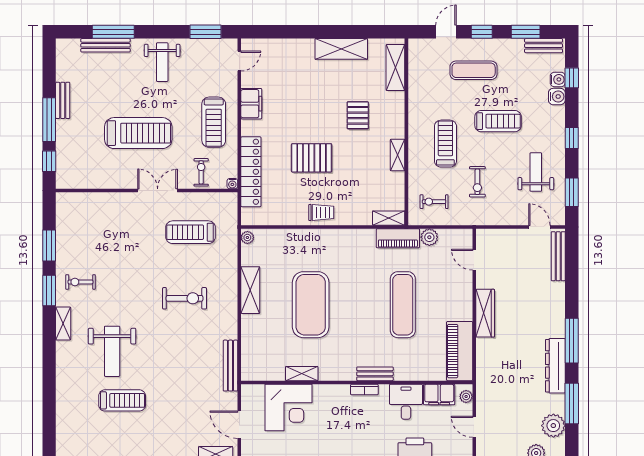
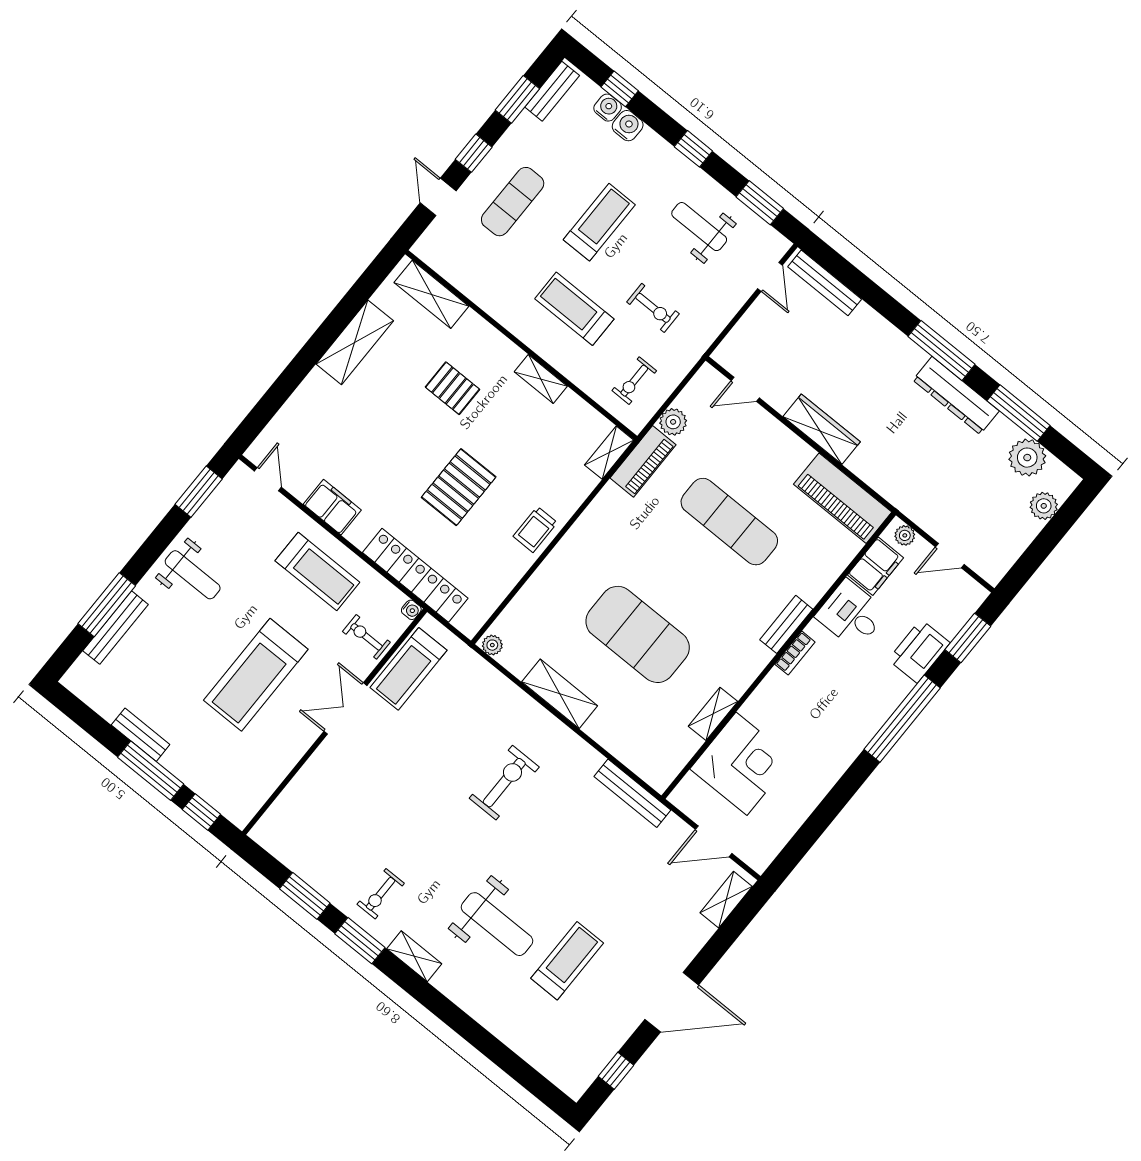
treadmill: (138, 133) -> (256, 675), turned 180
trolley: (321, 212) -> (535, 529), turned 180
door: (539, 227) -> (770, 277), swing flipped
treadmill: (191, 232) -> (408, 669), moved

